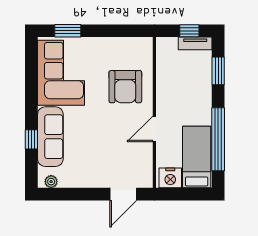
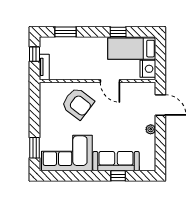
tv unit: (195, 43) -> (44, 67), moved
armchair: (125, 87) -> (78, 103), turned 37
window: (218, 139) -> (118, 32), width x0.32
plant: (51, 182) -> (151, 129), moved

